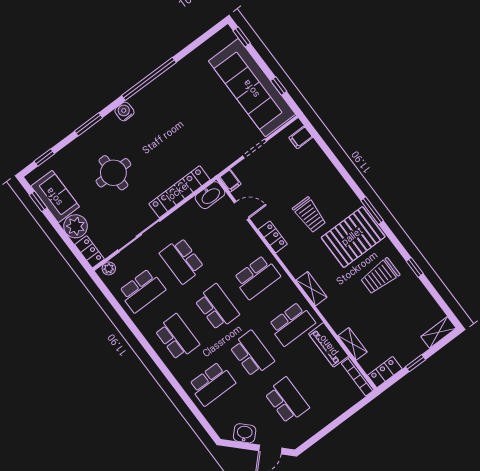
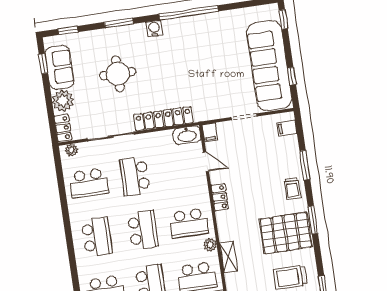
window: (336, 163) -> (305, 165), added
trolley: (310, 215) -> (292, 189), moved, width x0.73, depth x0.72
plant: (288, 287) -> (210, 245), added

